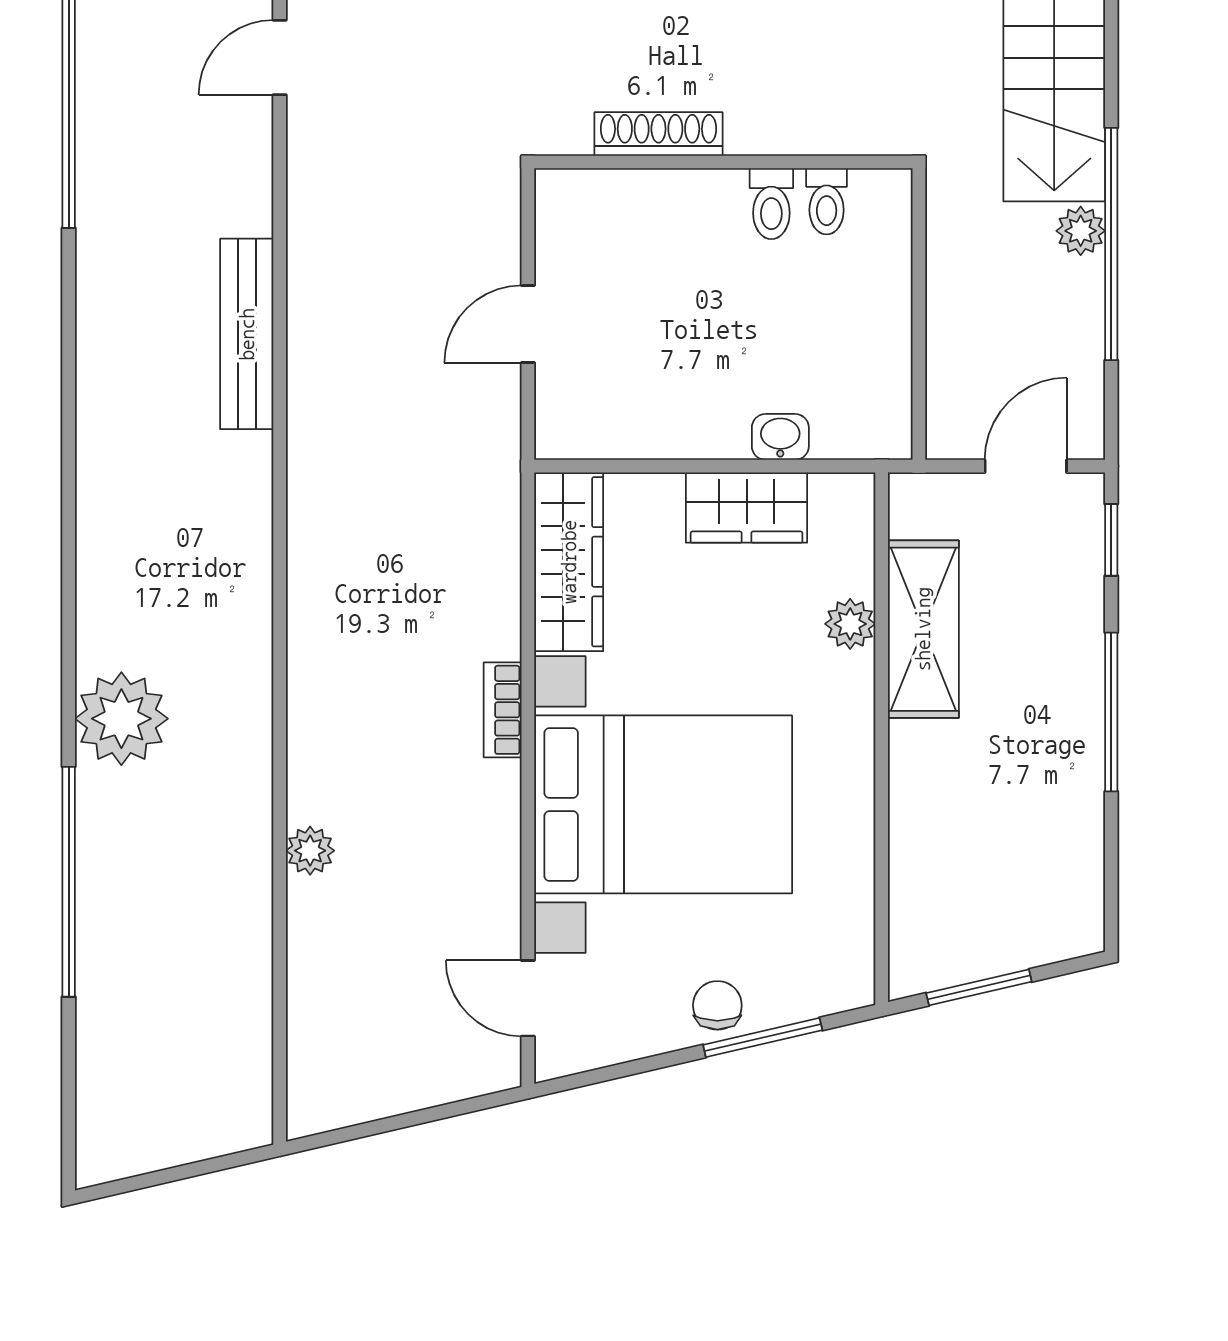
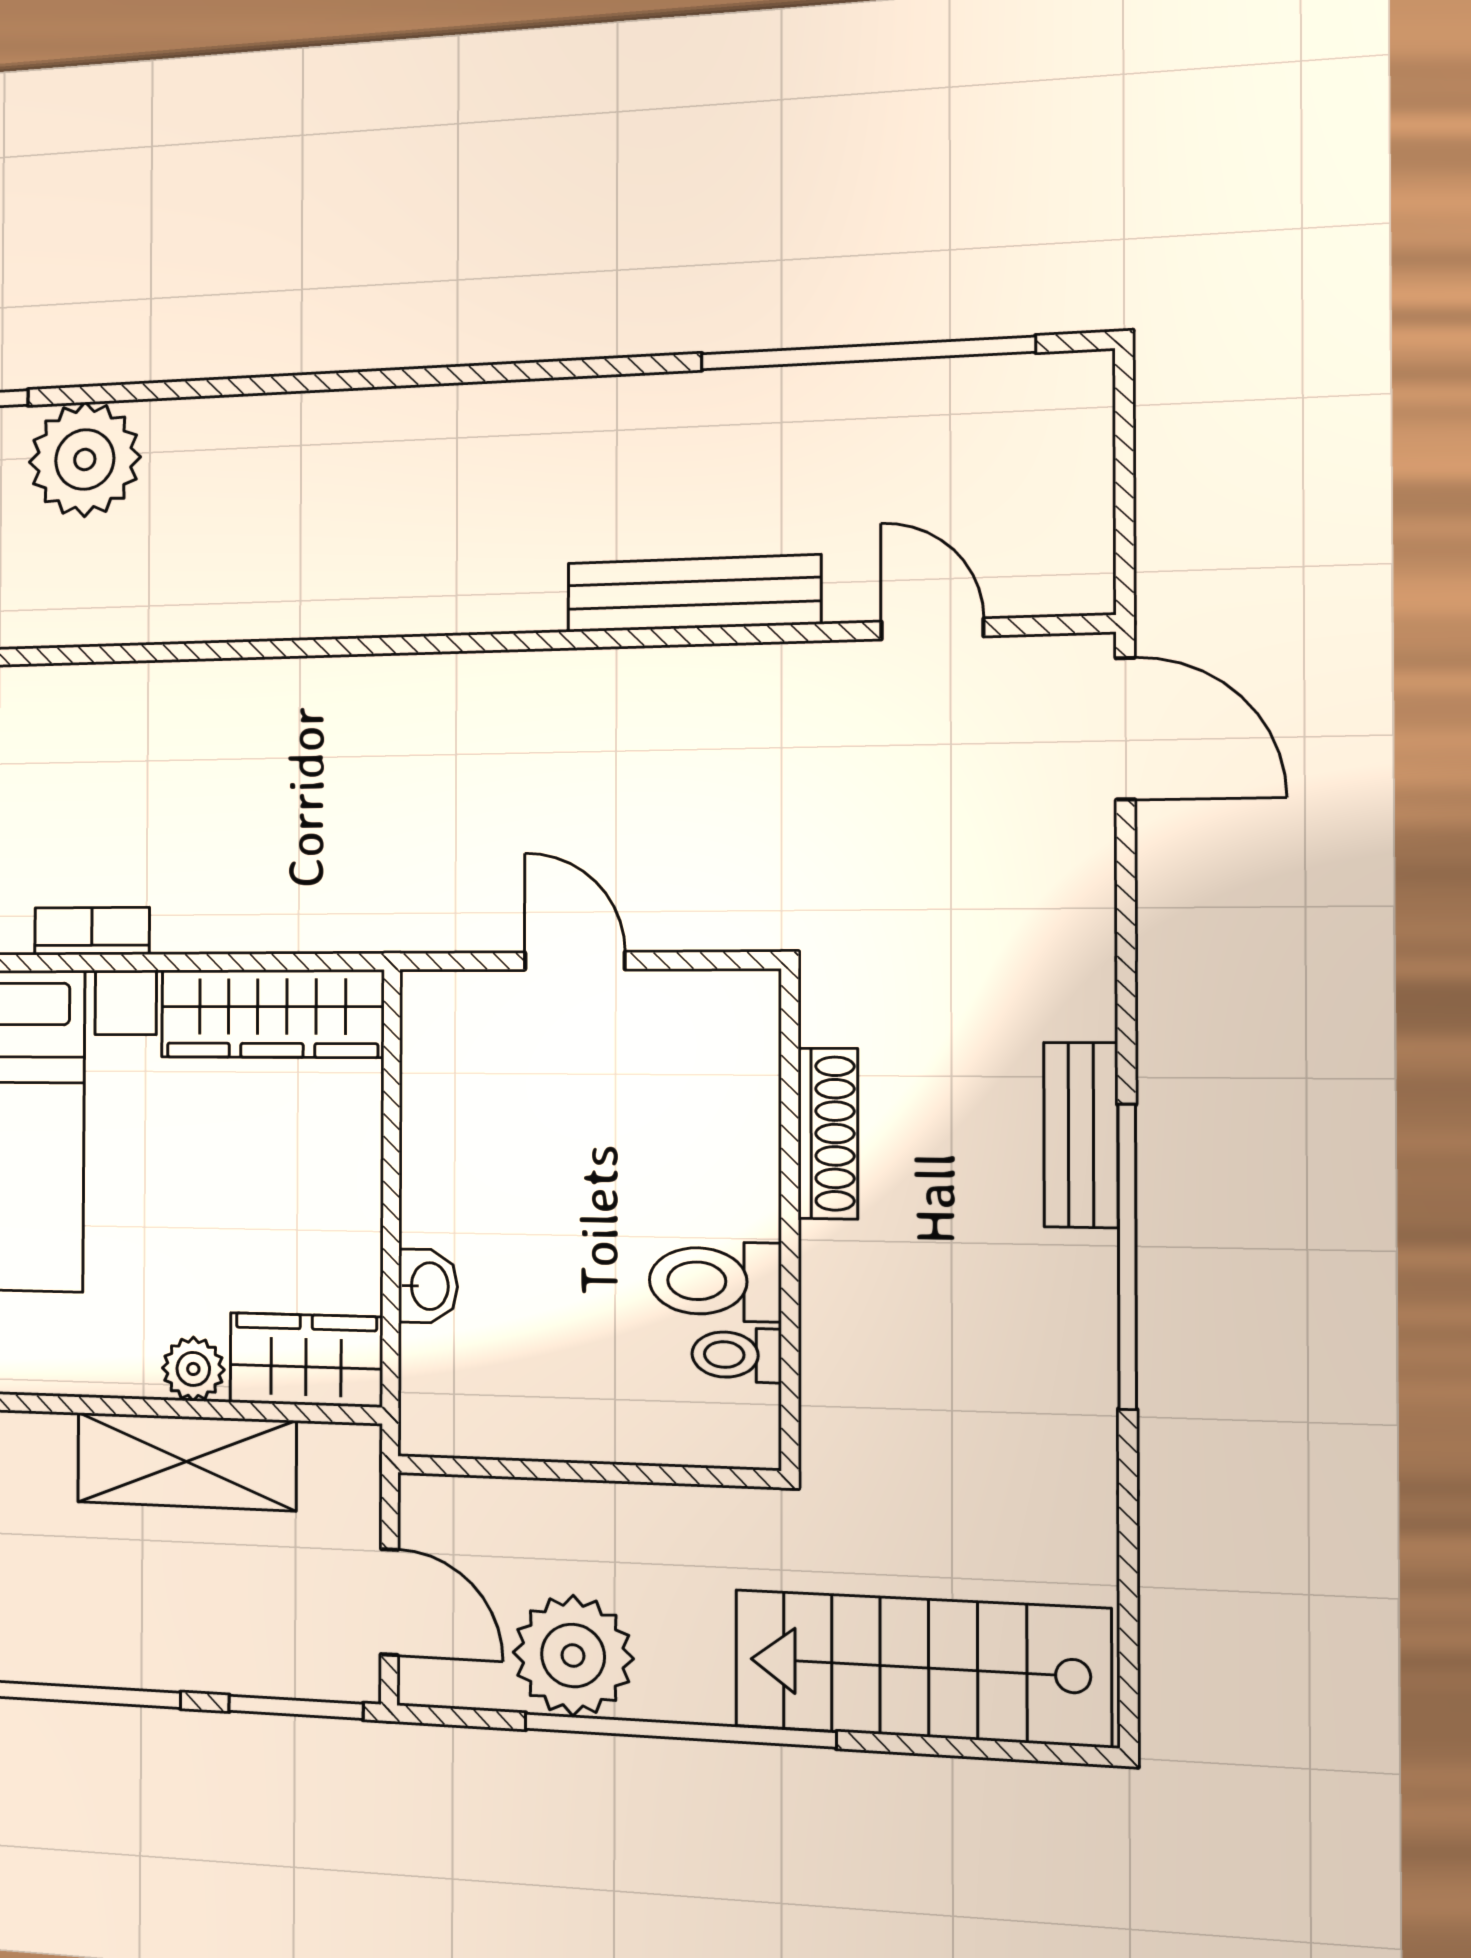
toilet: (771, 204) -> (715, 1281), width x1.37, depth x1.39
plant: (1081, 231) -> (573, 1656), moved, width x1.88, depth x1.88
bench: (247, 334) -> (693, 593), moved
wardrobe: (747, 508) -> (306, 1360), moved, turned 90
window: (1111, 540) -> (296, 1707), width x1.50

